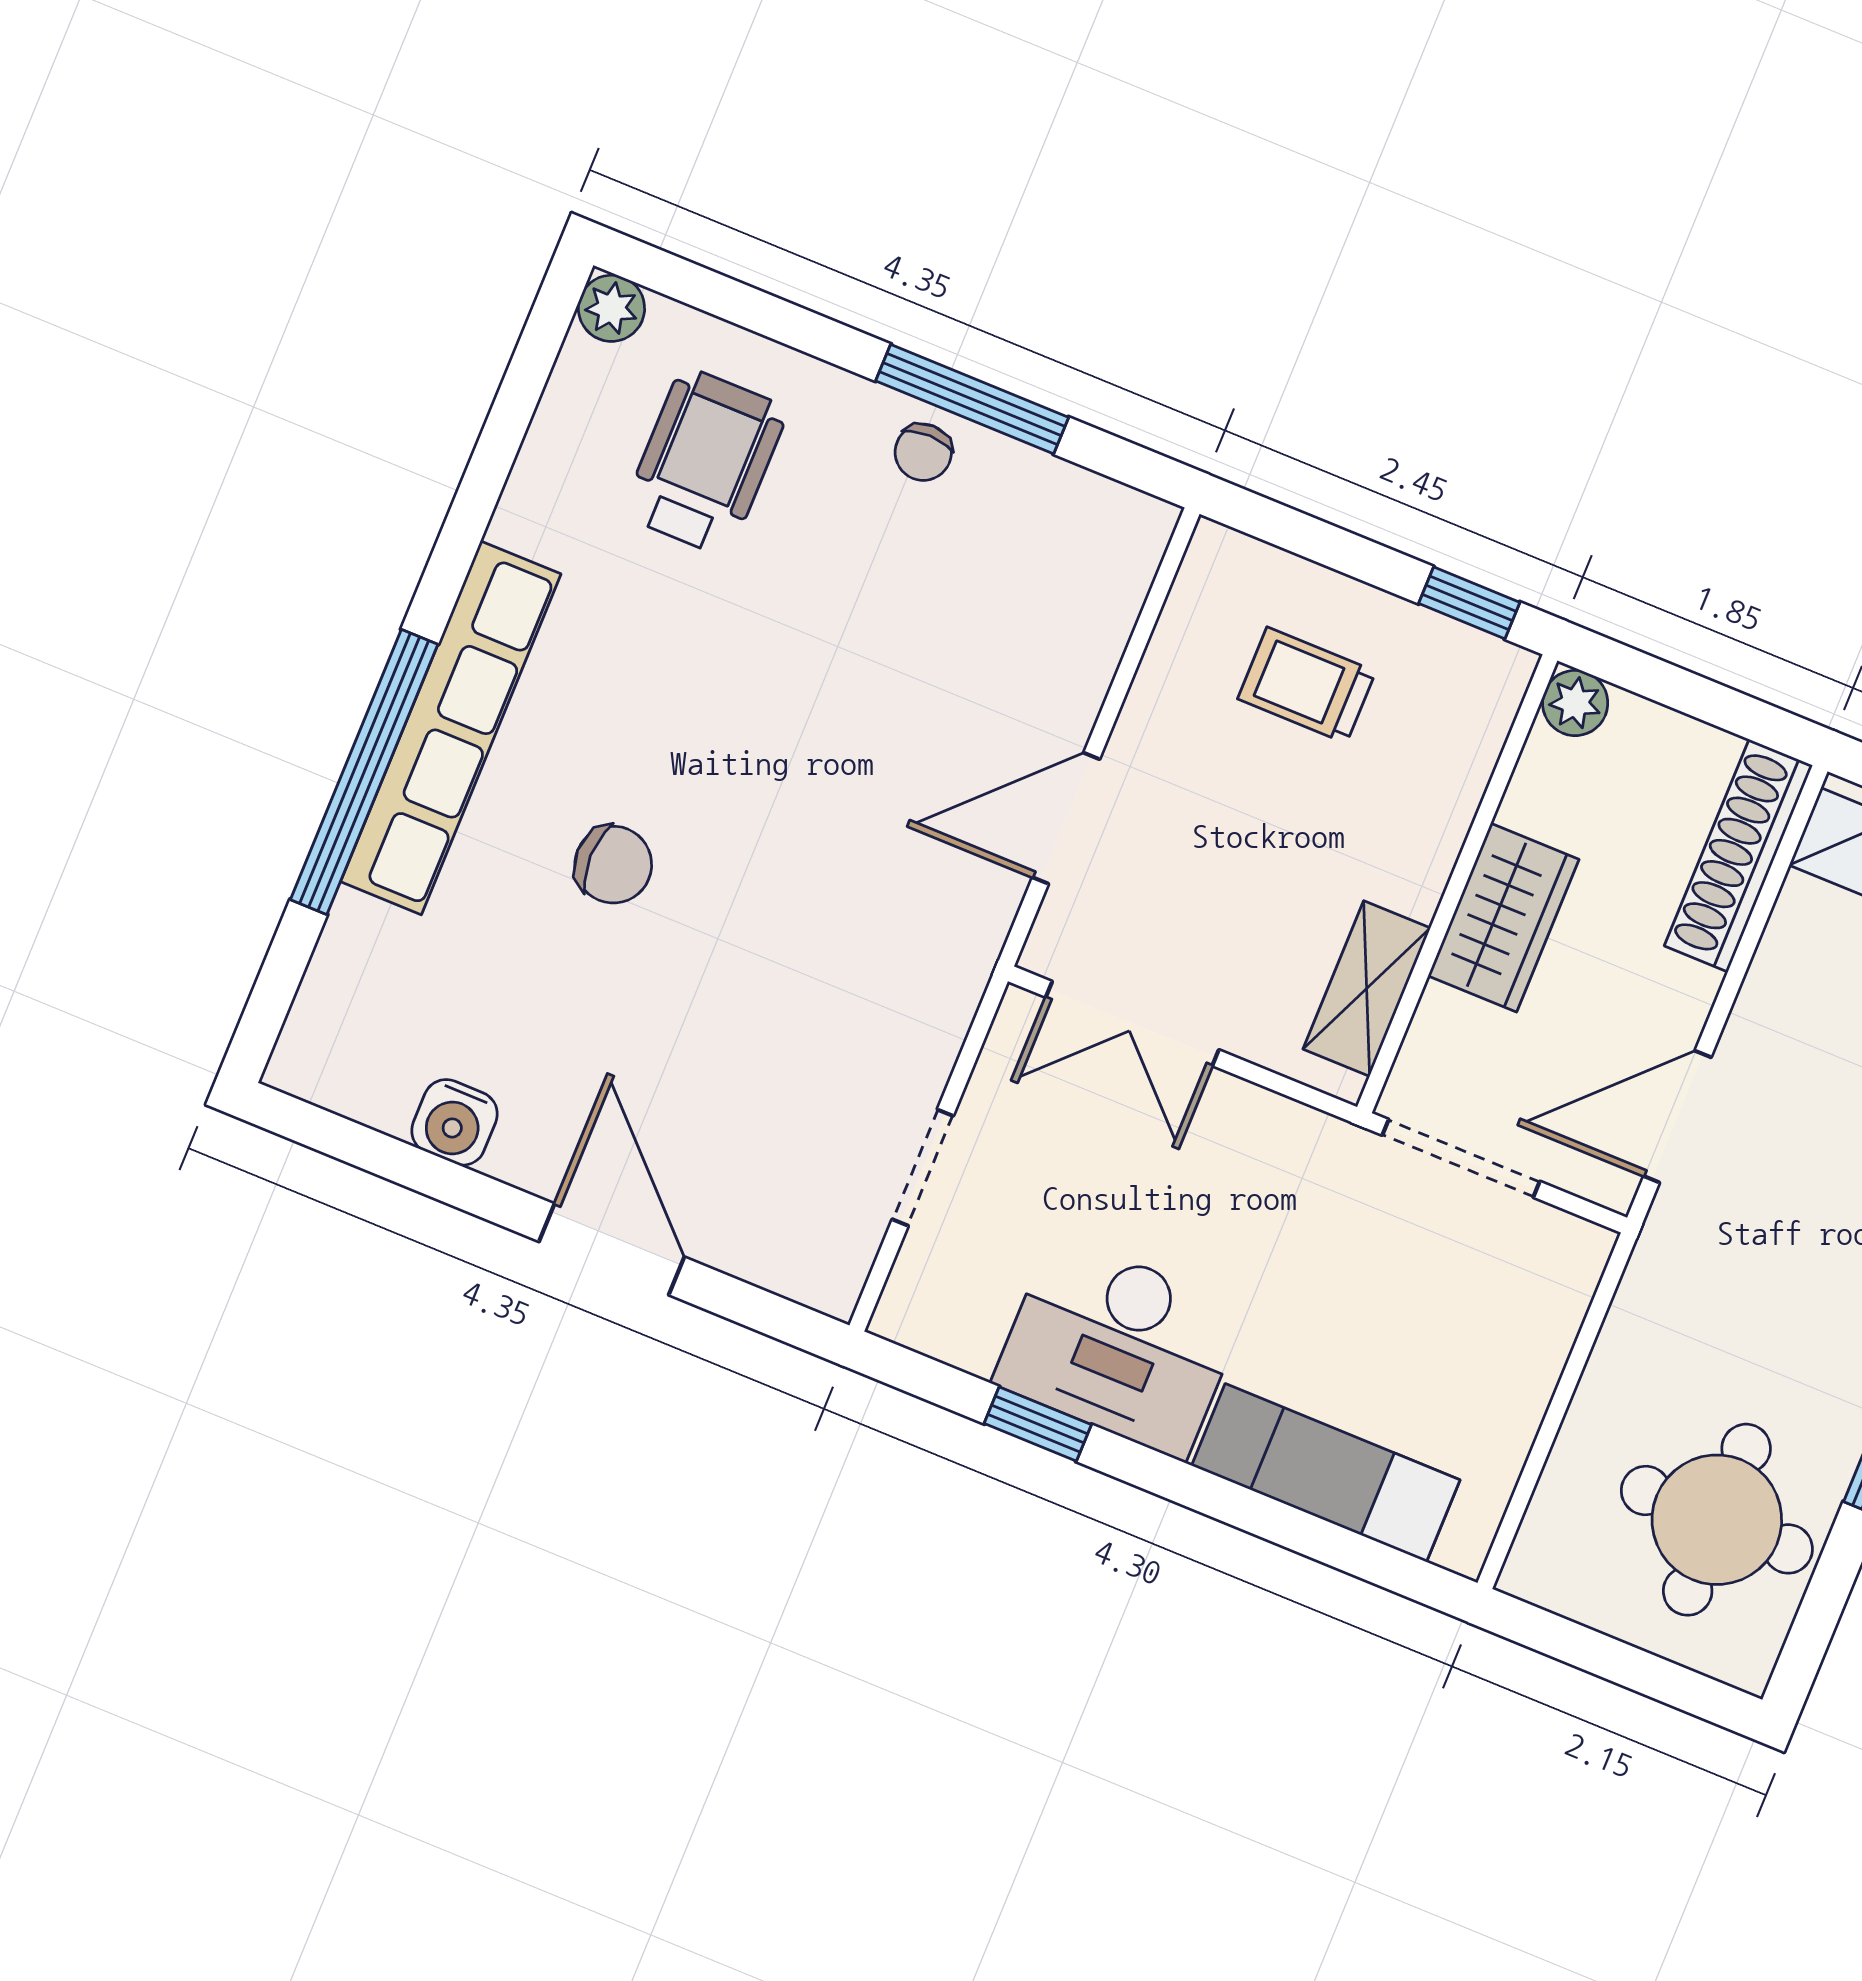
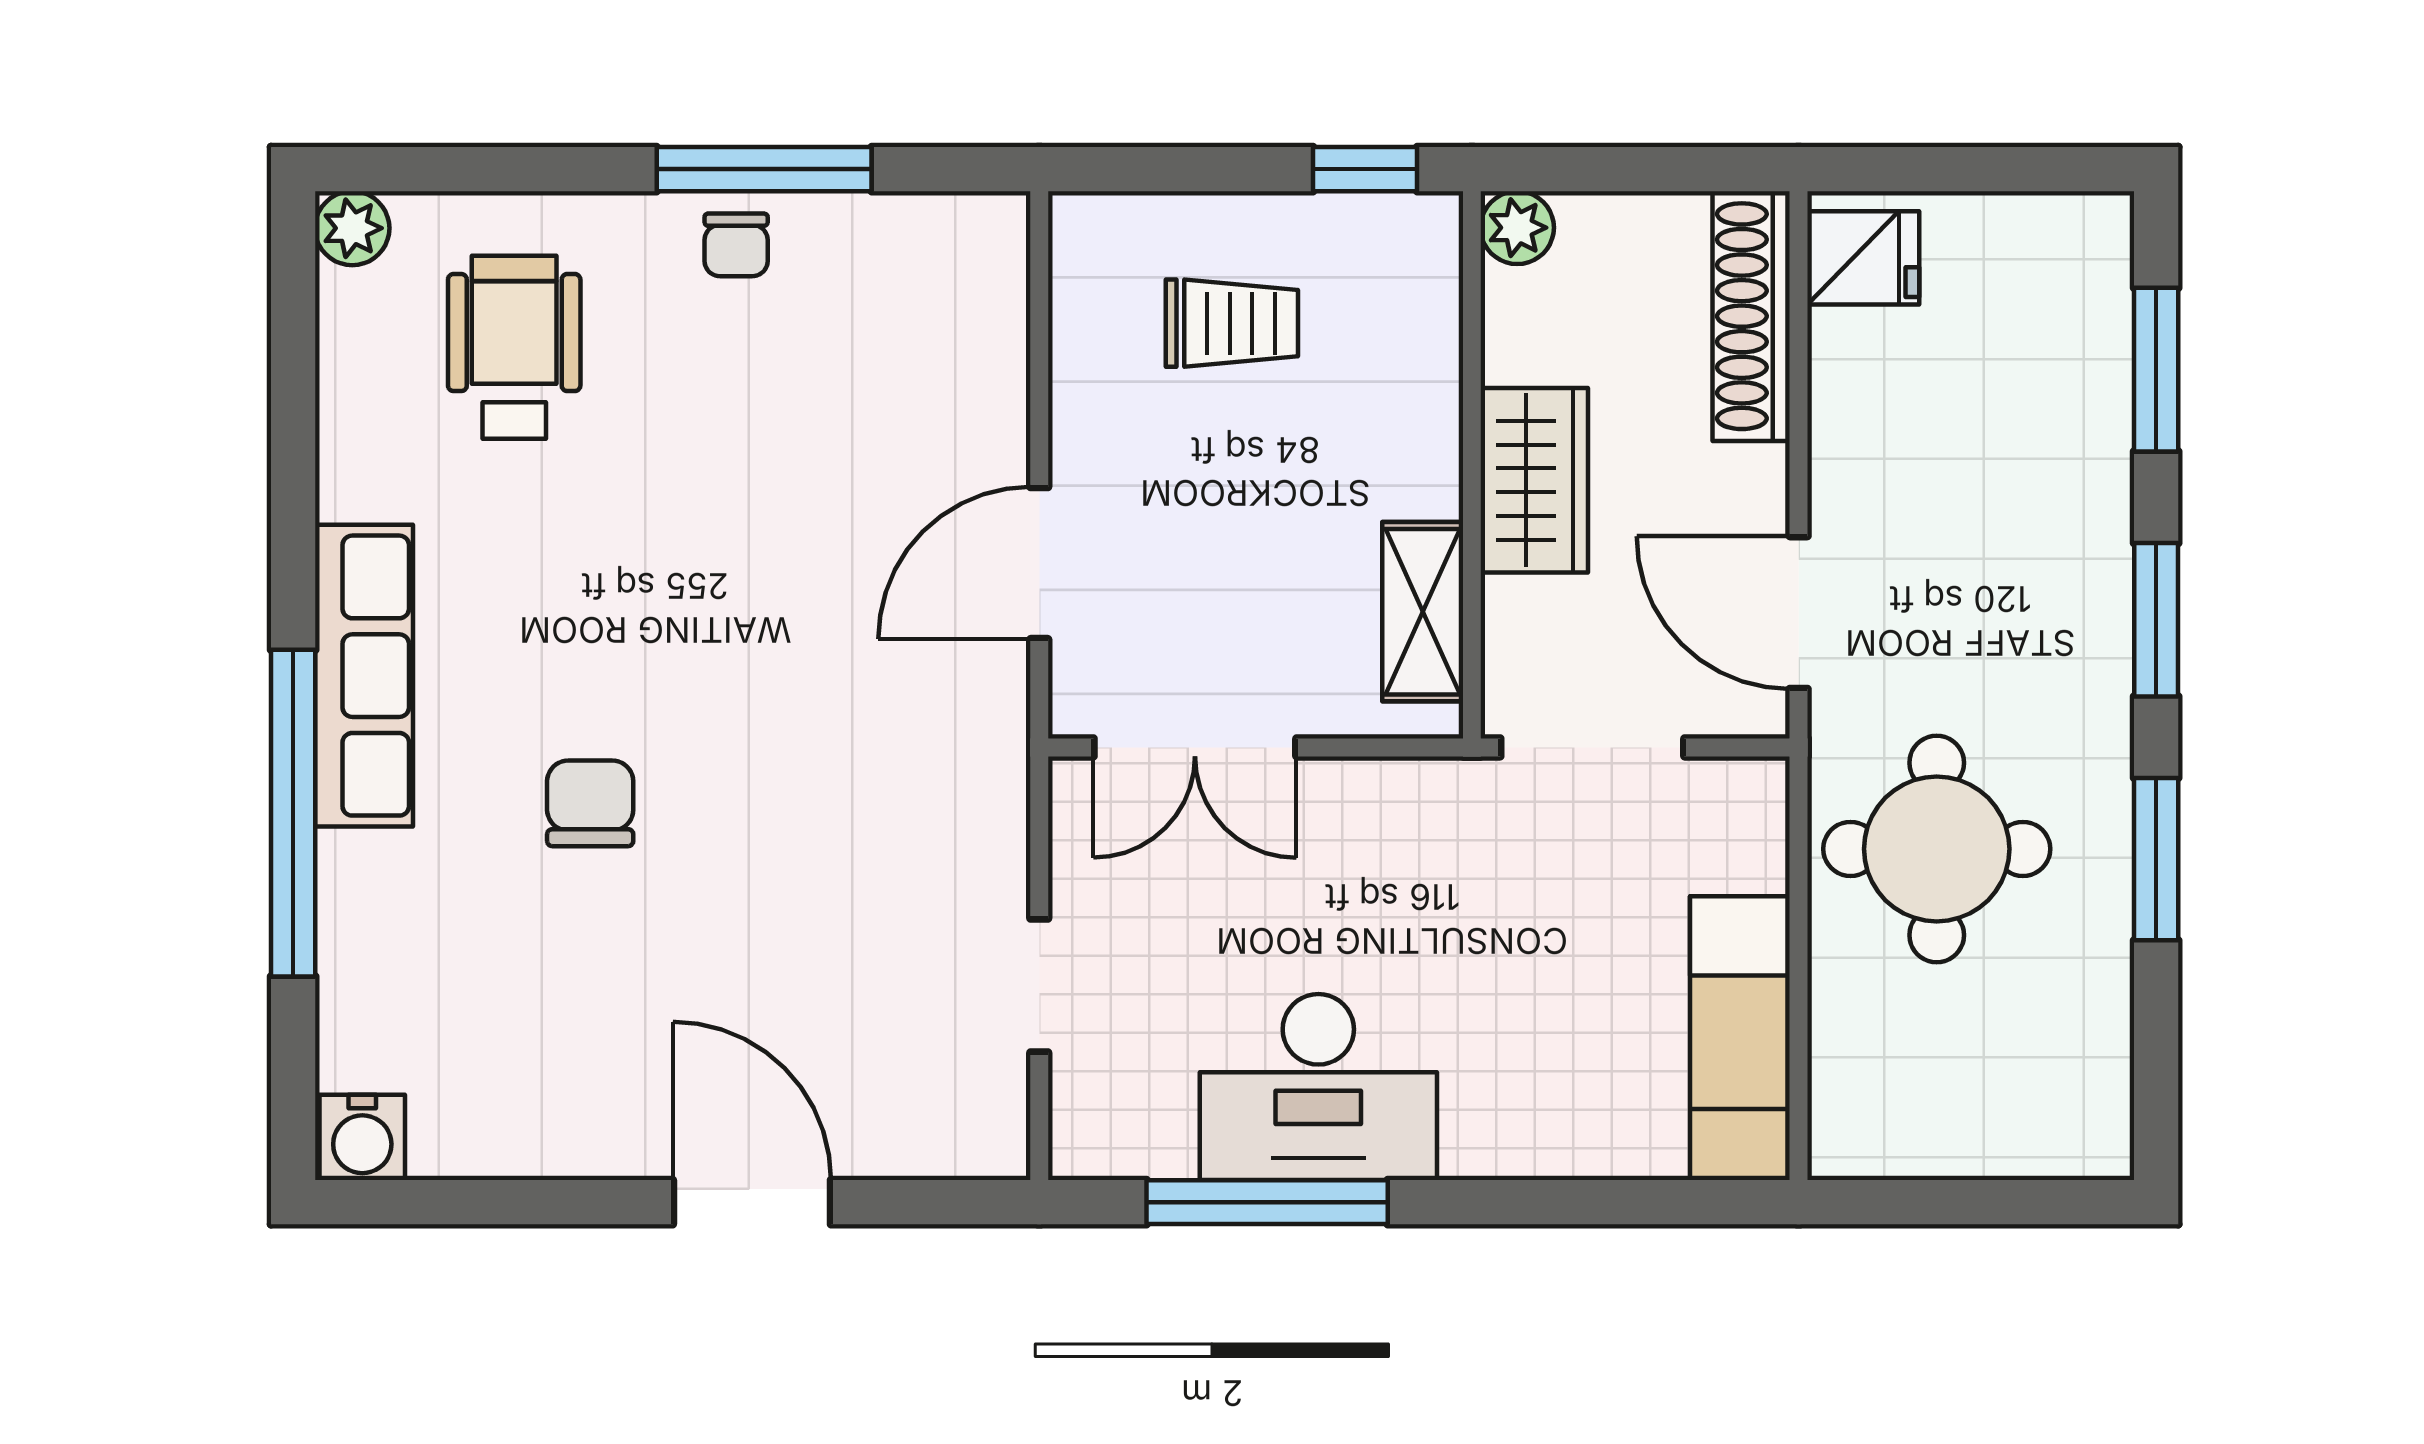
trolley: (1307, 685) -> (1232, 323), turned 180
row of seats: (451, 728) -> (364, 676), width x0.73
chair: (613, 865) -> (590, 803), turned -90
door: (1677, 1117) -> (1799, 613), hinge flipped
water cooler: (454, 1122) -> (362, 1137), moved
window: (1038, 1424) -> (1267, 1202), width x2.17
exam couch: (1326, 1473) -> (1740, 1038), moved, turned -90
round table: (1717, 1520) -> (1937, 849), moved

